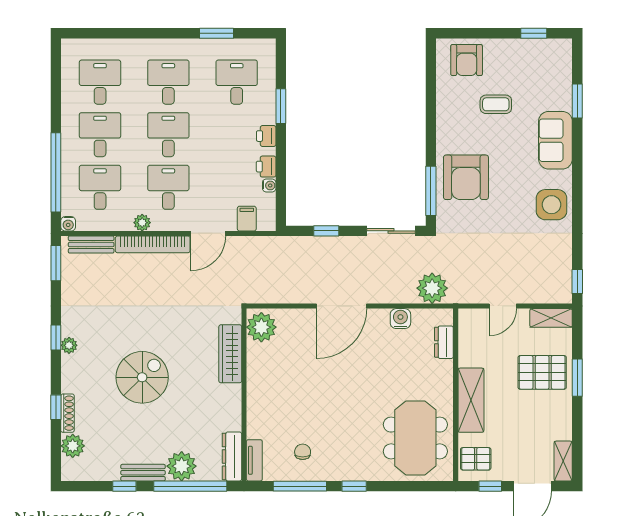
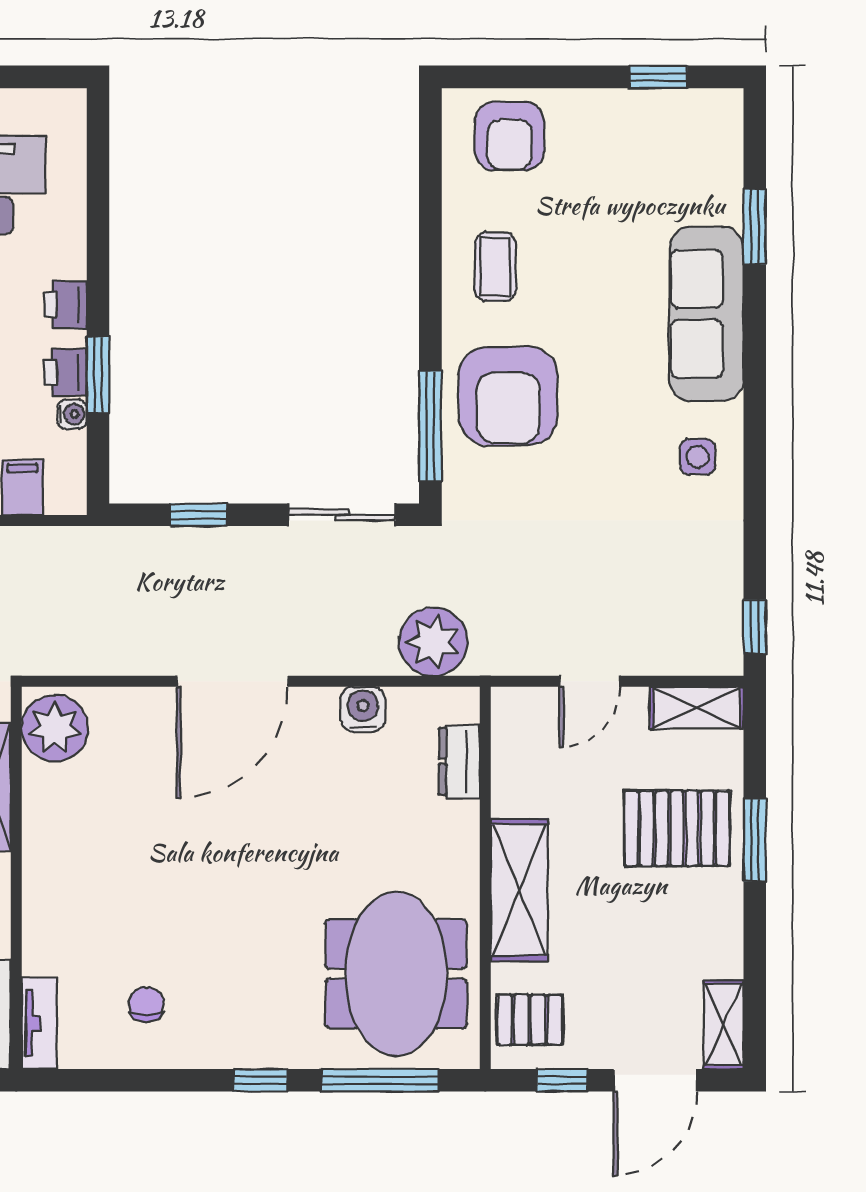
coffee table: (496, 104) -> (495, 267), moved, turned 90
window: (281, 106) -> (98, 375), moved
sofa: (555, 140) -> (706, 314), width x1.36
side table: (551, 205) -> (698, 457), width x0.54, depth x0.54
window: (300, 486) -> (380, 1080), moved

